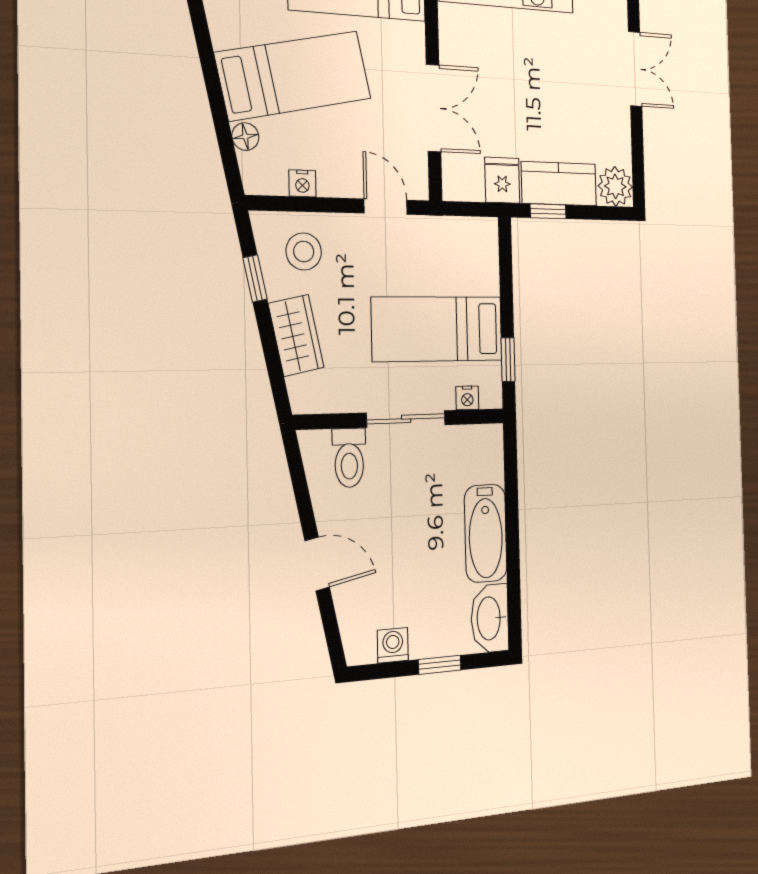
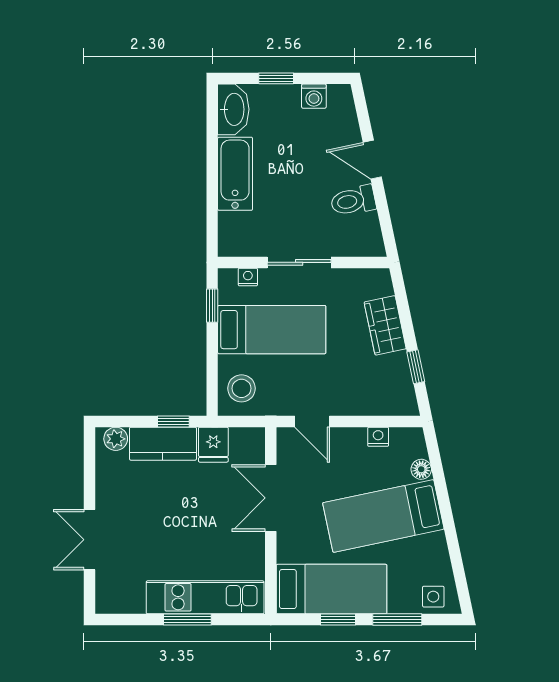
plant: (615, 186) -> (116, 439), width x0.73, depth x0.73
stool: (304, 252) -> (242, 388), moved
toilet: (349, 458) -> (353, 201), moved, turned -102

